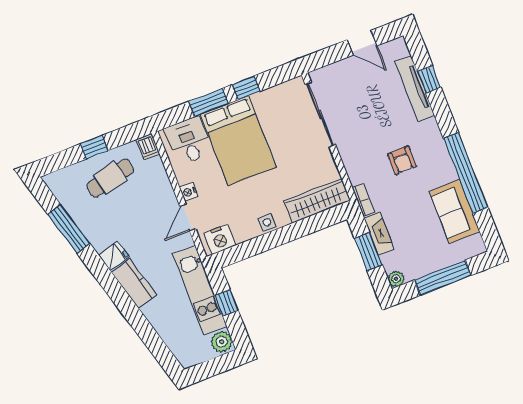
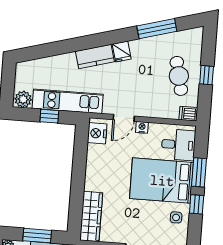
door: (188, 217) -> (124, 118), swing flipped
side table: (267, 222) -> (176, 217), moved

